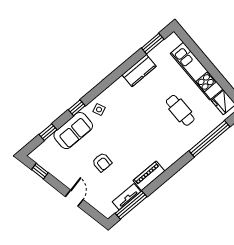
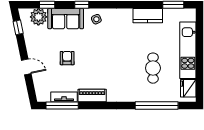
plant: (49, 148) -> (38, 17), added
armchair: (102, 162) -> (67, 58), turned 180
door: (74, 198) -> (26, 67), hinge flipped

